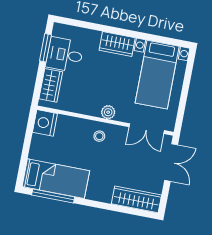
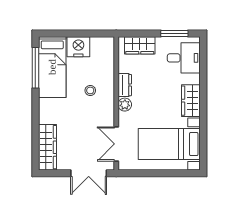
desk: (65, 55) -> (184, 58), moved, turned 90
dresser: (88, 108) -> (125, 85), added
nightstand: (45, 123) -> (78, 47), moved
stool: (99, 136) -> (90, 90), moved

